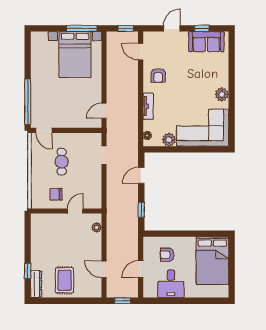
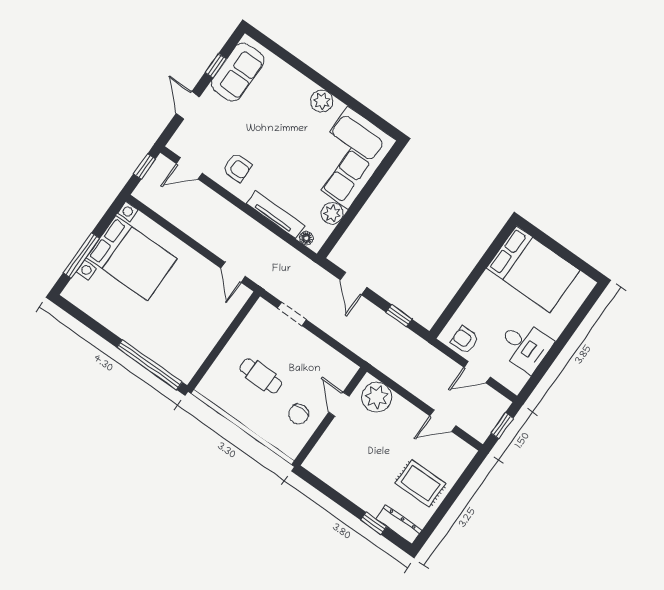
window: (82, 28) -> (81, 256), moved
tv unit: (148, 106) -> (276, 215), width x1.41
door: (44, 130) -> (203, 370), removed
plant: (97, 227) -> (377, 397), width x1.88, depth x1.88
armchair: (167, 255) -> (465, 340), moved, turned 90
door: (141, 269) -> (477, 372), hinge flipped

